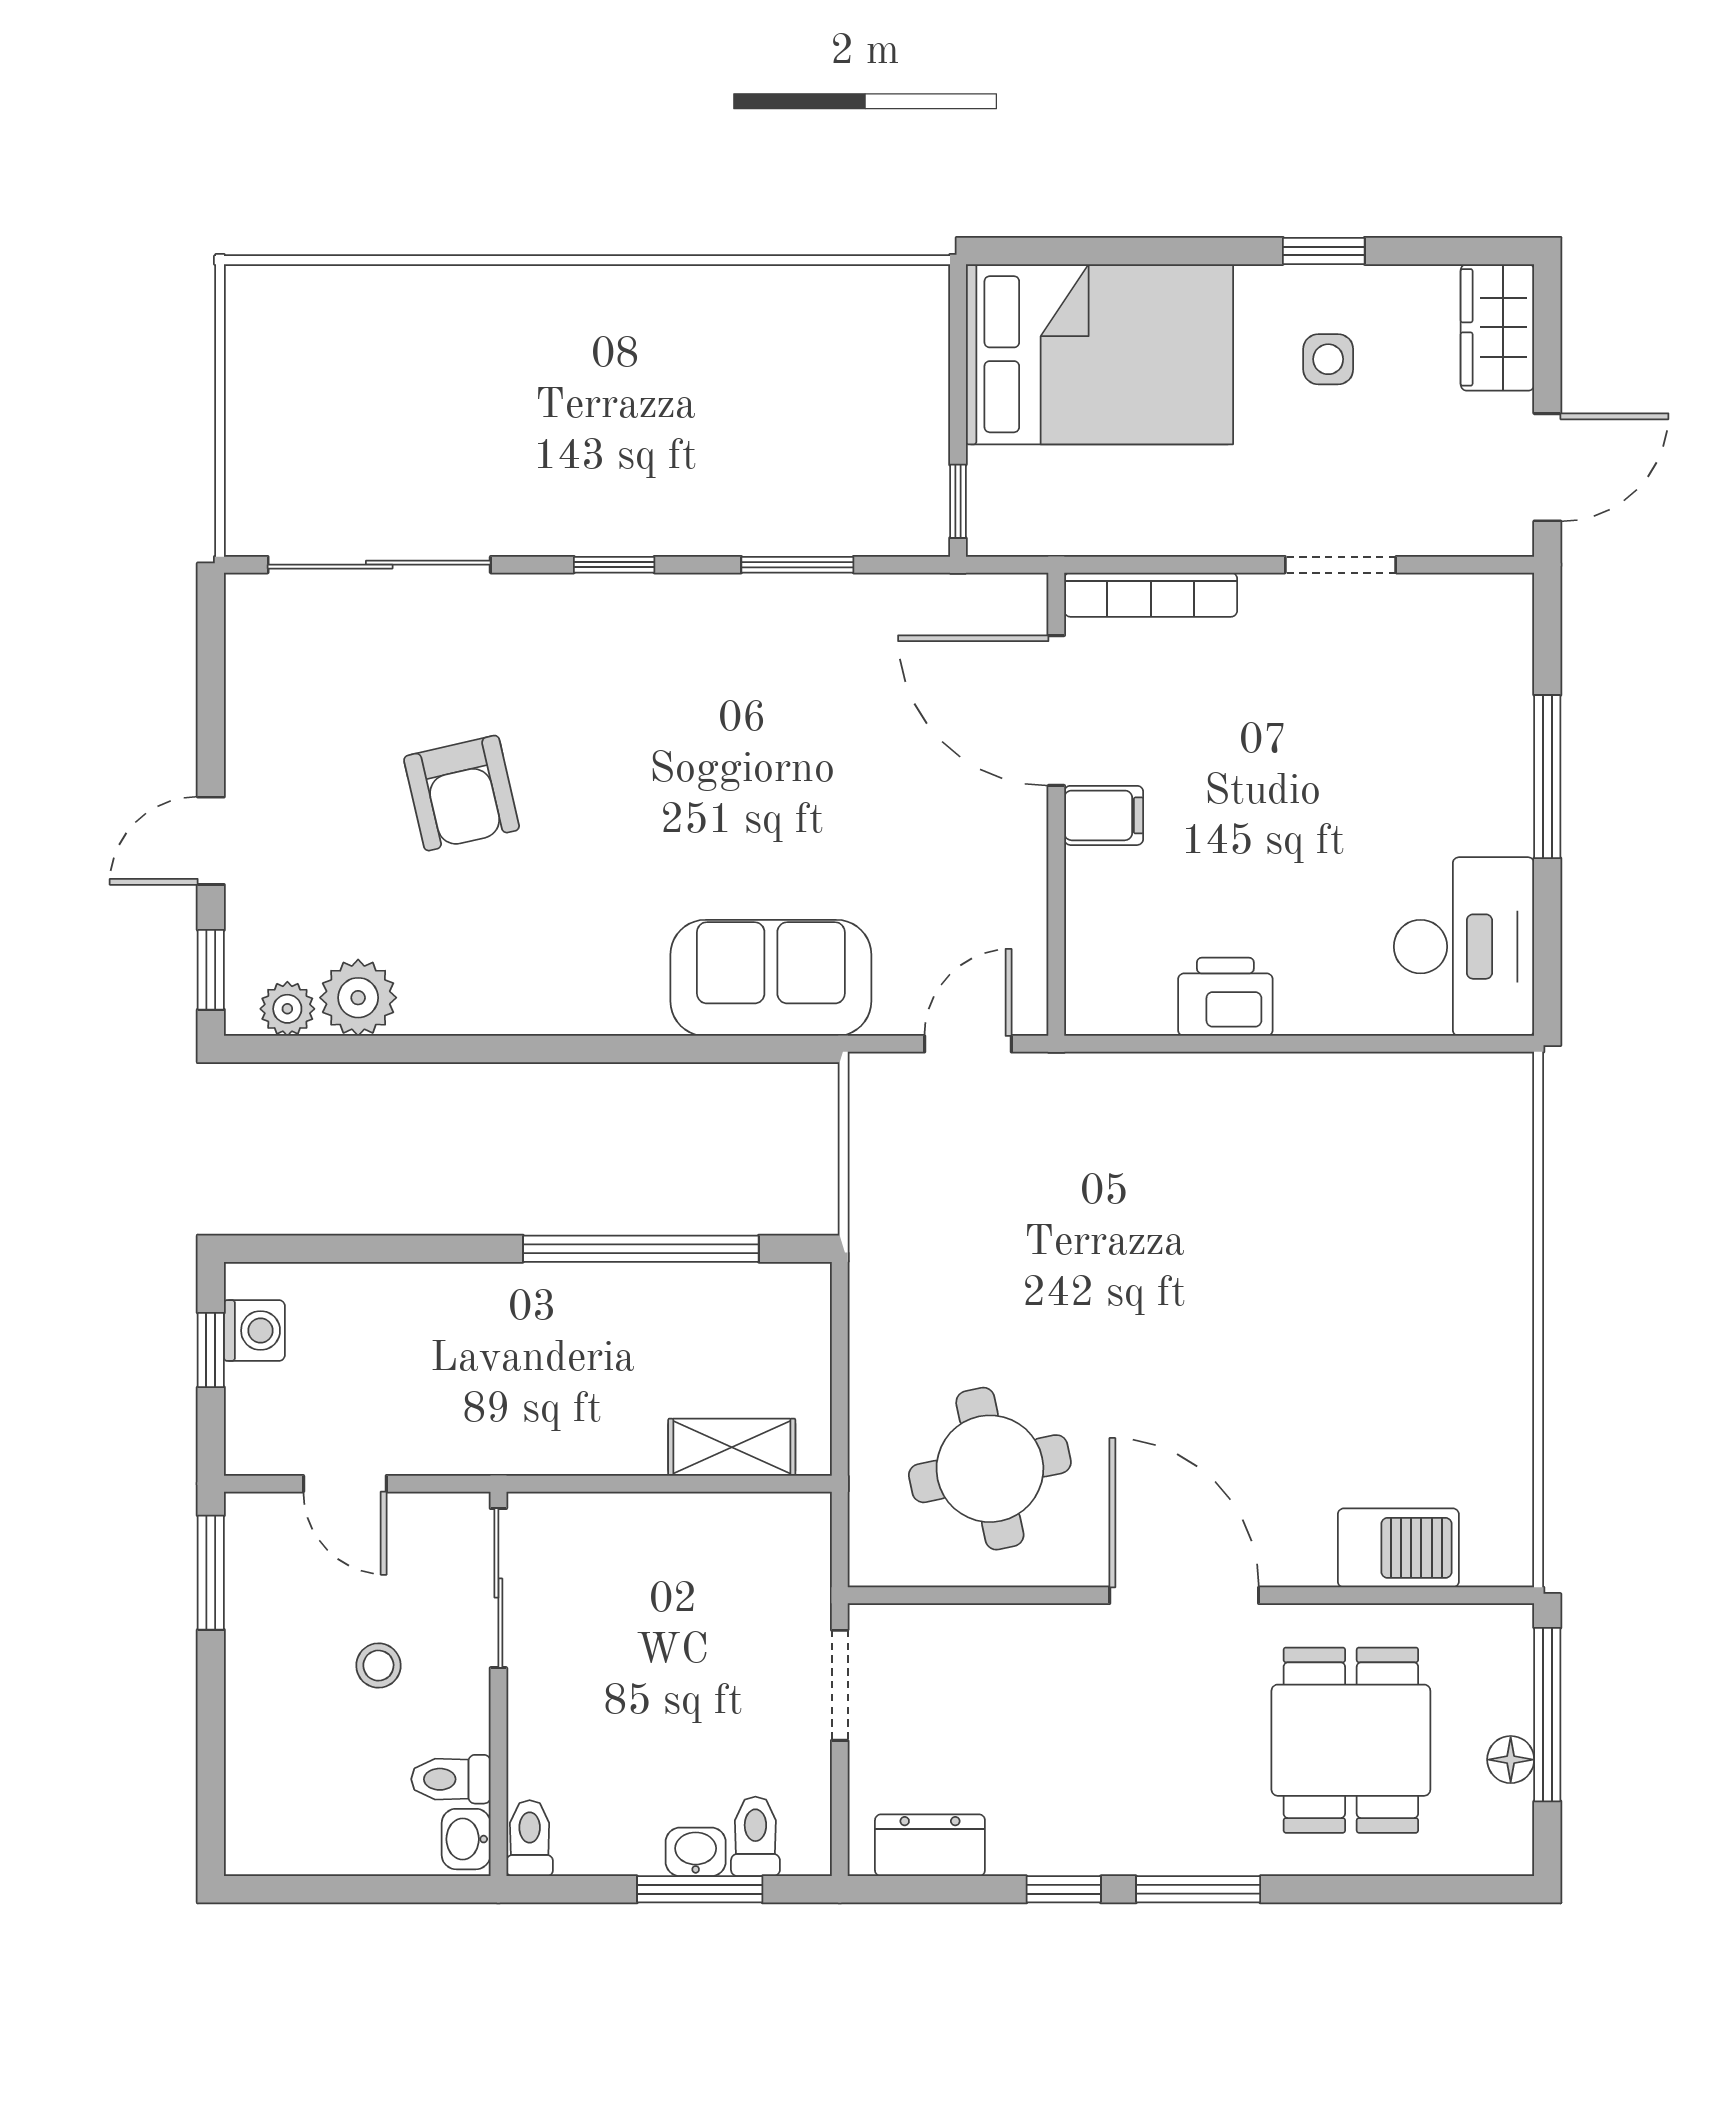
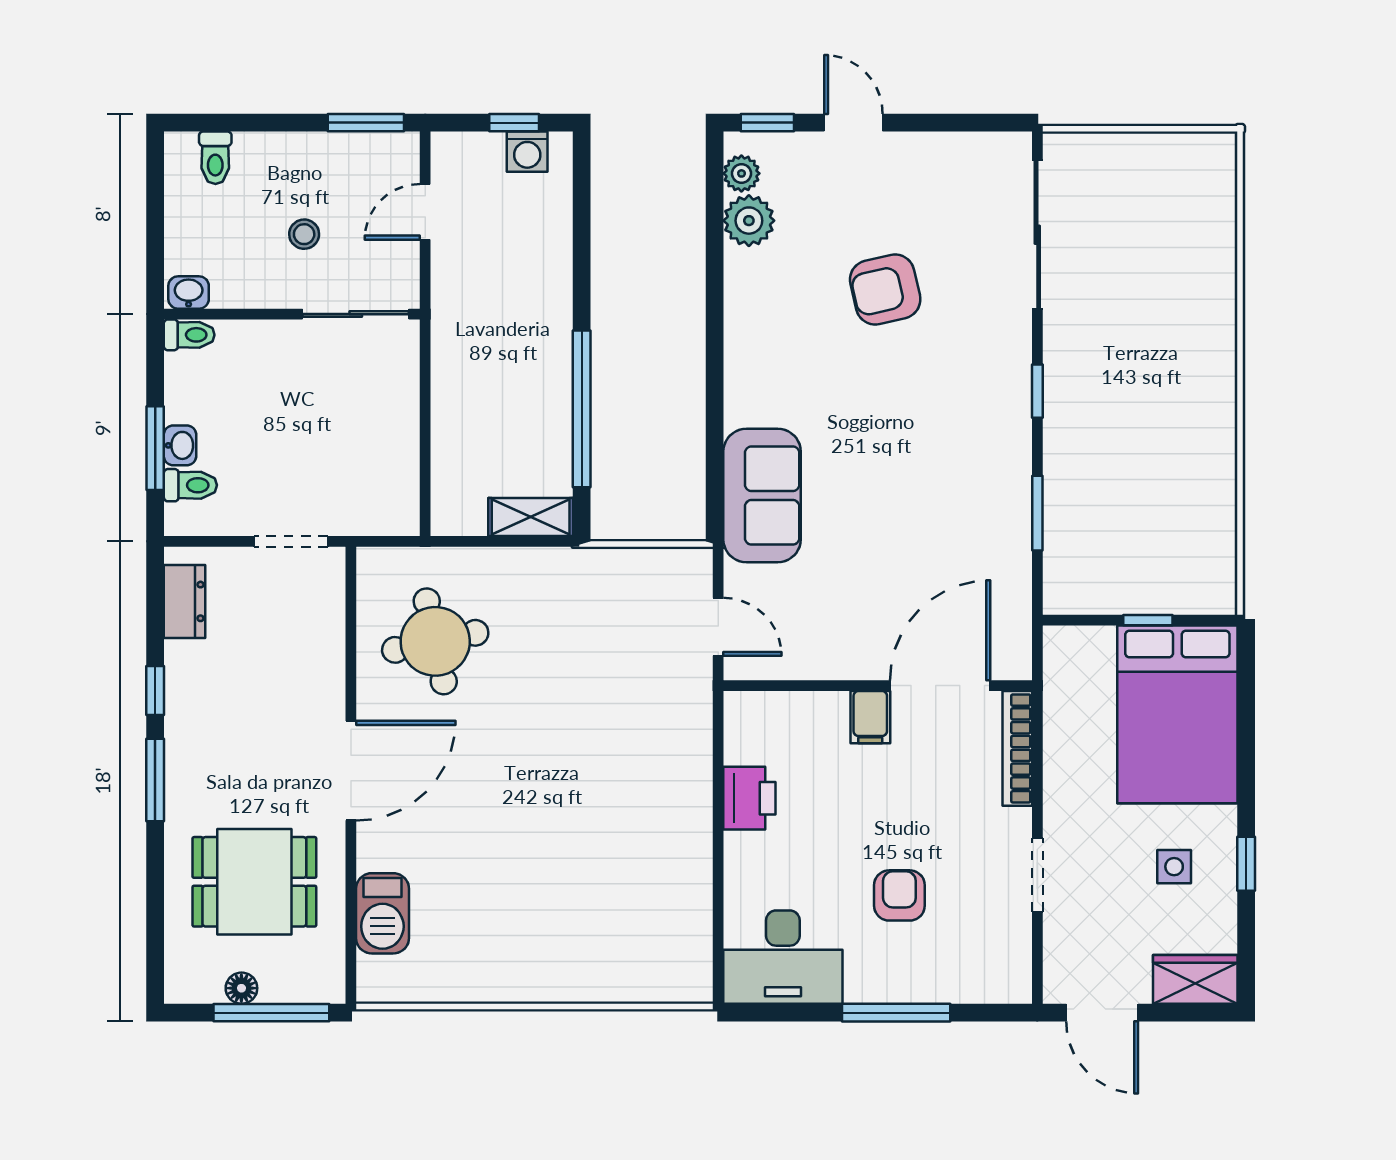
window: (958, 501) -> (1148, 620), moved
armchair: (1371, 772) -> (899, 895), added
shelving: (732, 1447) -> (531, 517), moved, turned 90
toilet: (451, 1779) -> (215, 158), moved, turned 180

